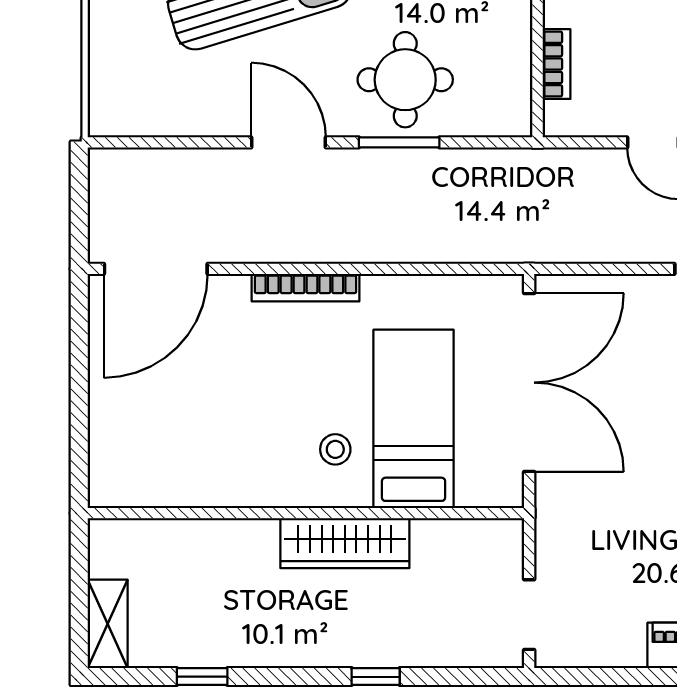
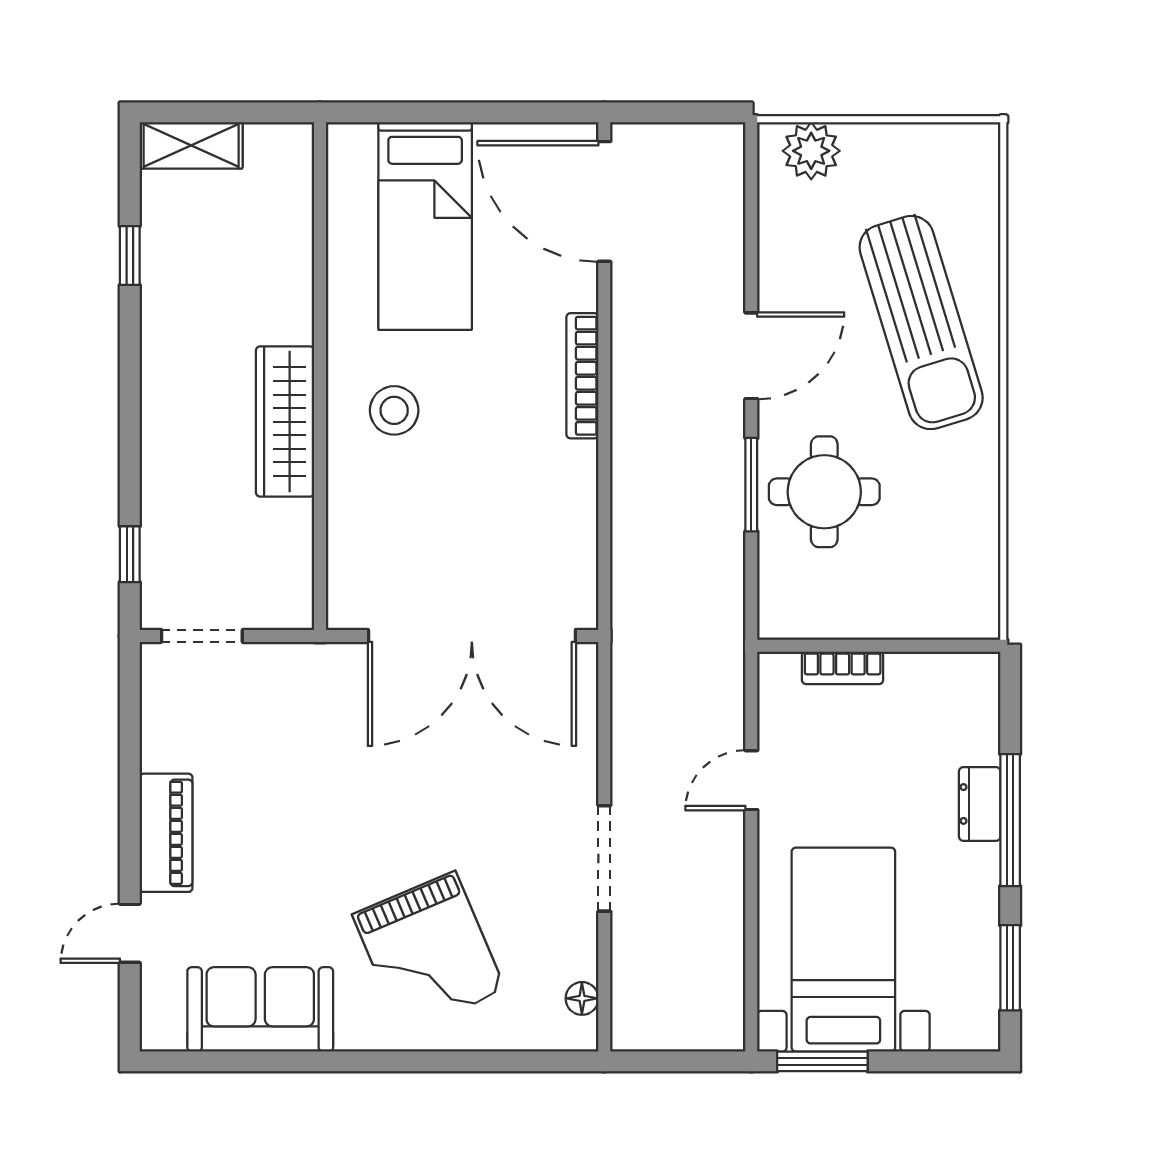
plant: (112, 91) -> (811, 151), added
bed: (414, 419) -> (425, 226), moved, turned 90
stool: (335, 449) -> (394, 410), width x1.37, depth x1.37
window: (376, 677) -> (130, 554), moved

